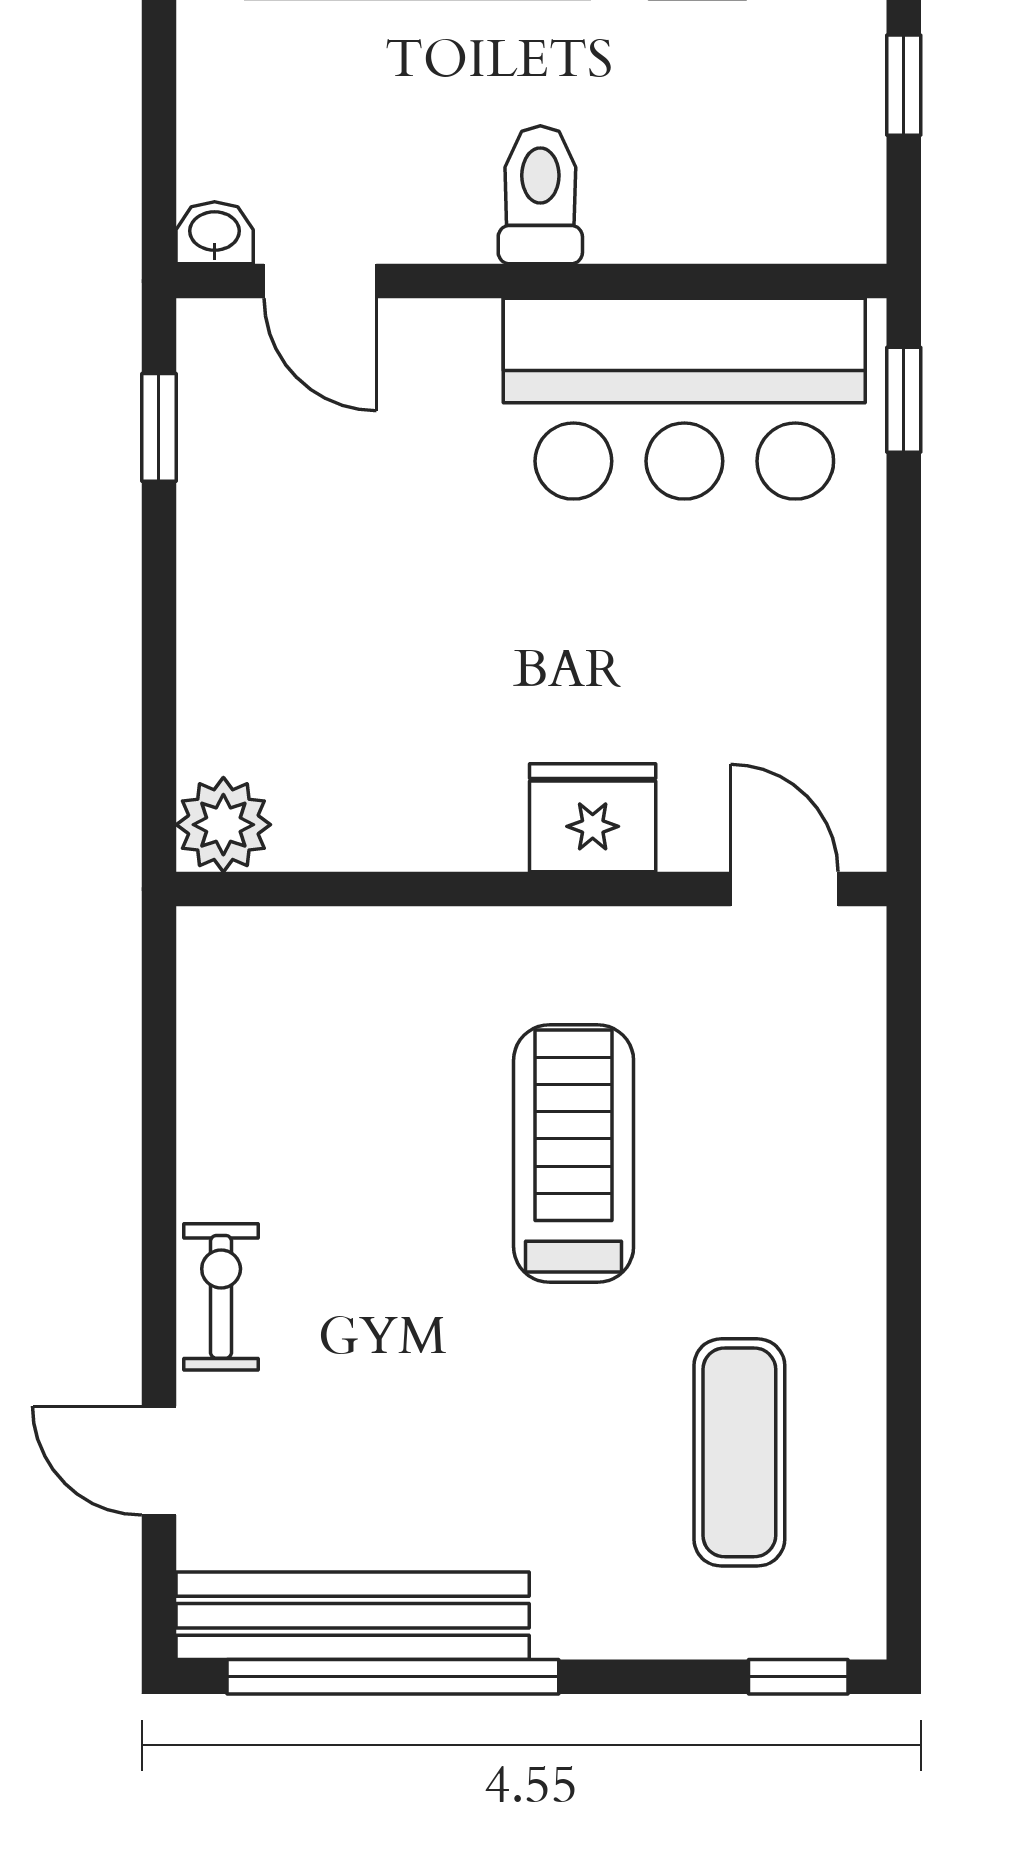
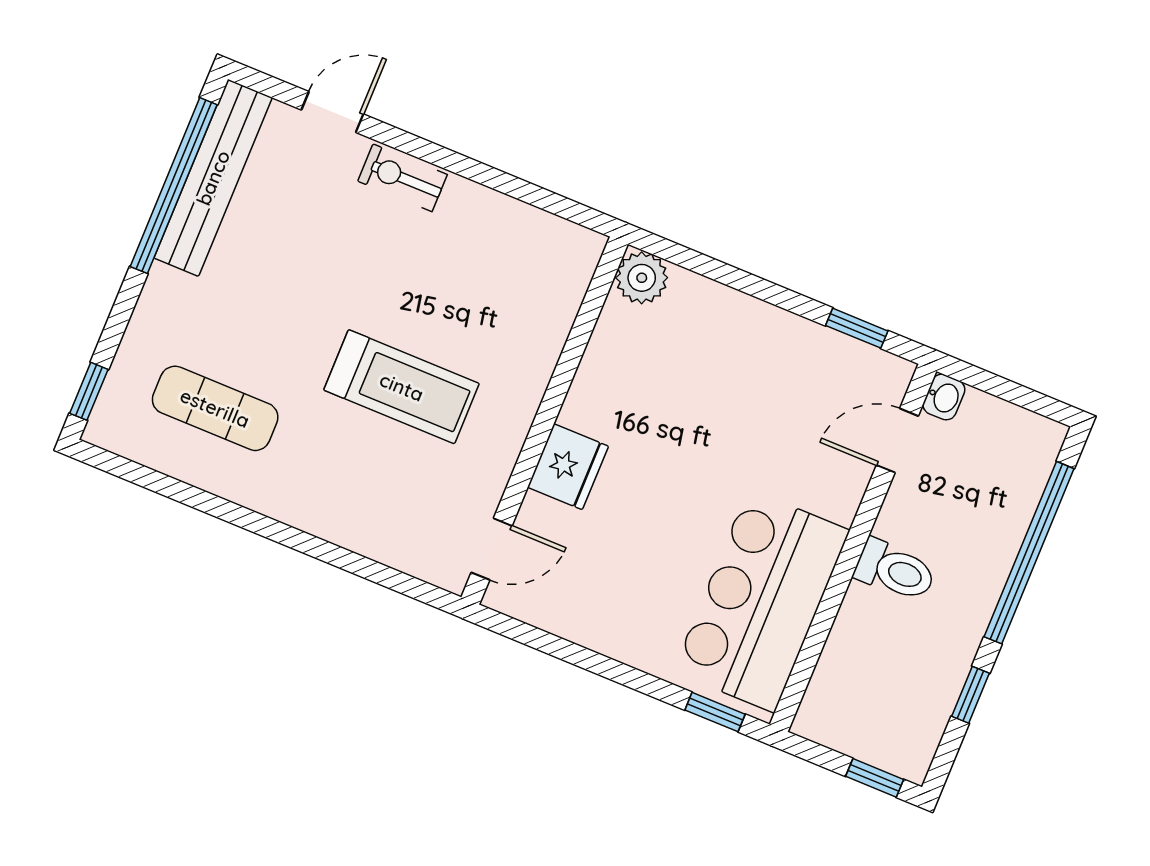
exercise bike: (221, 1297) -> (402, 178), turned 180

